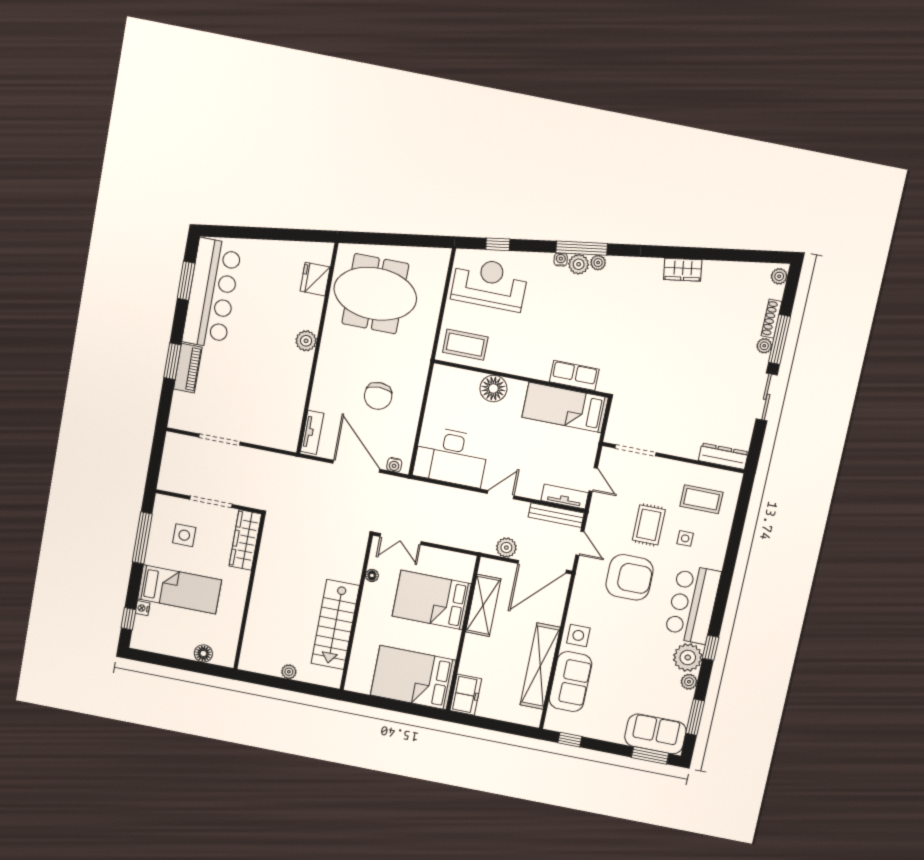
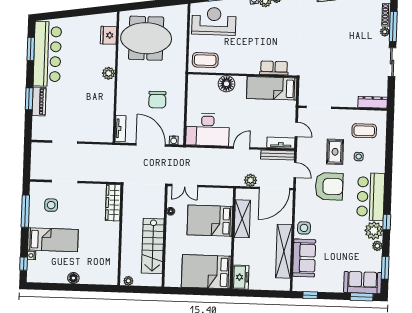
wardrobe: (245, 540) -> (113, 203), moved
wall: (249, 592) -> (120, 235), moved

